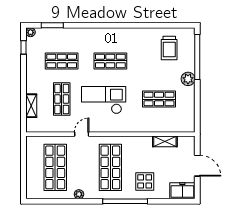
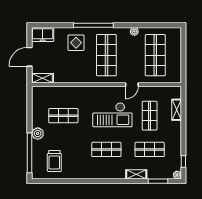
shelving: (77, 33) -> (136, 174), added
trolley: (169, 48) -> (54, 161), turned 180
shelving: (165, 141) -> (42, 78), moved
door: (197, 166) -> (30, 57), hinge flipped

